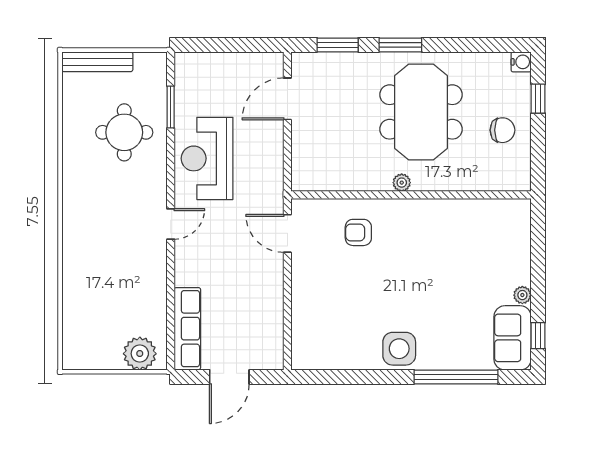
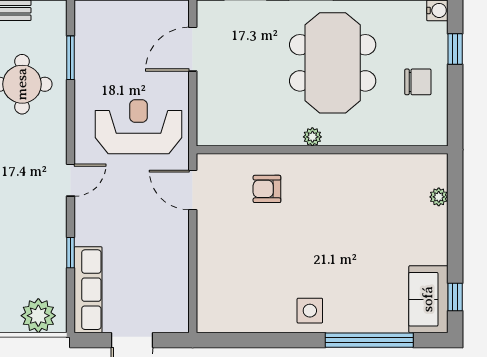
reception desk: (207, 158) -> (139, 127), moved, turned 90
window: (171, 293) -> (71, 253), added
plant: (522, 295) -> (439, 197), moved
side table: (399, 349) -> (310, 311), width x0.73, depth x0.73

